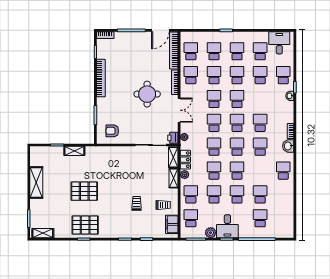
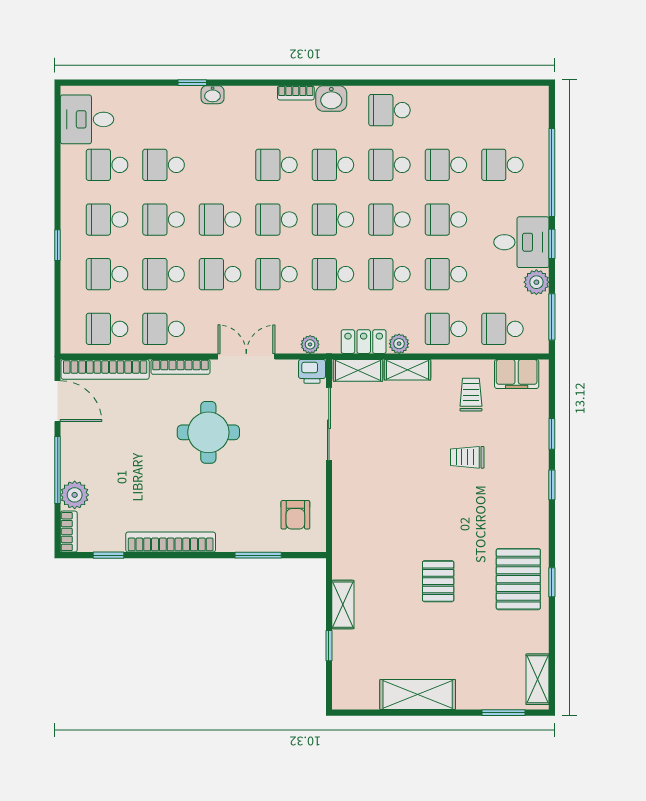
plant: (121, 38) -> (75, 495), added
school desk: (283, 75) -> (389, 165), moved
pallet: (84, 191) -> (438, 581), width x0.67, depth x0.71

